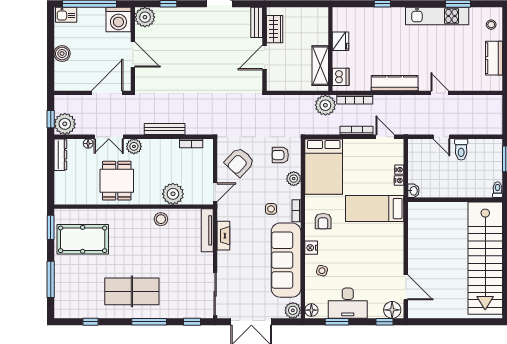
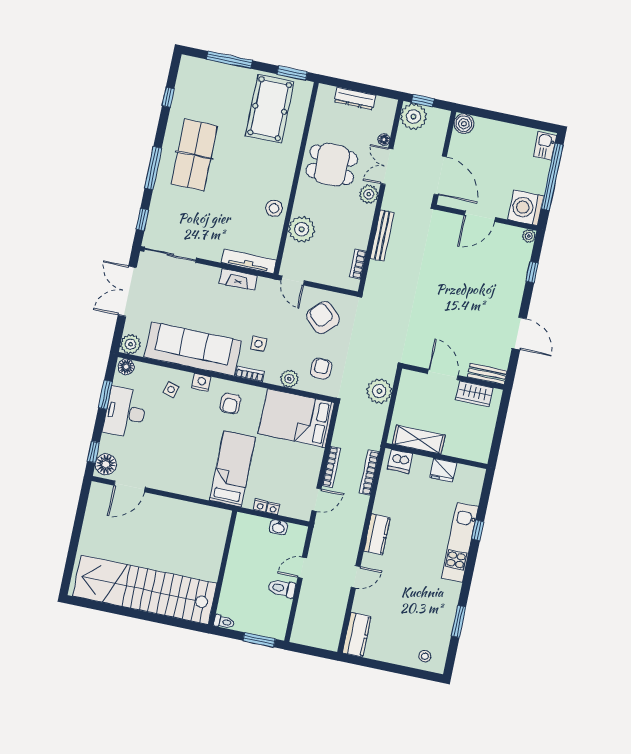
kitchen unit: (437, 16) -> (460, 542), moved
plant: (145, 17) -> (529, 236), width x0.53, depth x0.53
boiler: (62, 54) -> (464, 124), moved
kitchen counter: (494, 58) -> (357, 635), moved, turned 90
kitchen counter: (395, 83) -> (377, 534), width x0.67
plant: (325, 105) -> (379, 391), moved
dresser: (60, 155) -> (355, 98), moved
washbasin: (413, 191) -> (278, 527), moved
armchair: (323, 221) -> (230, 403), turned -90

